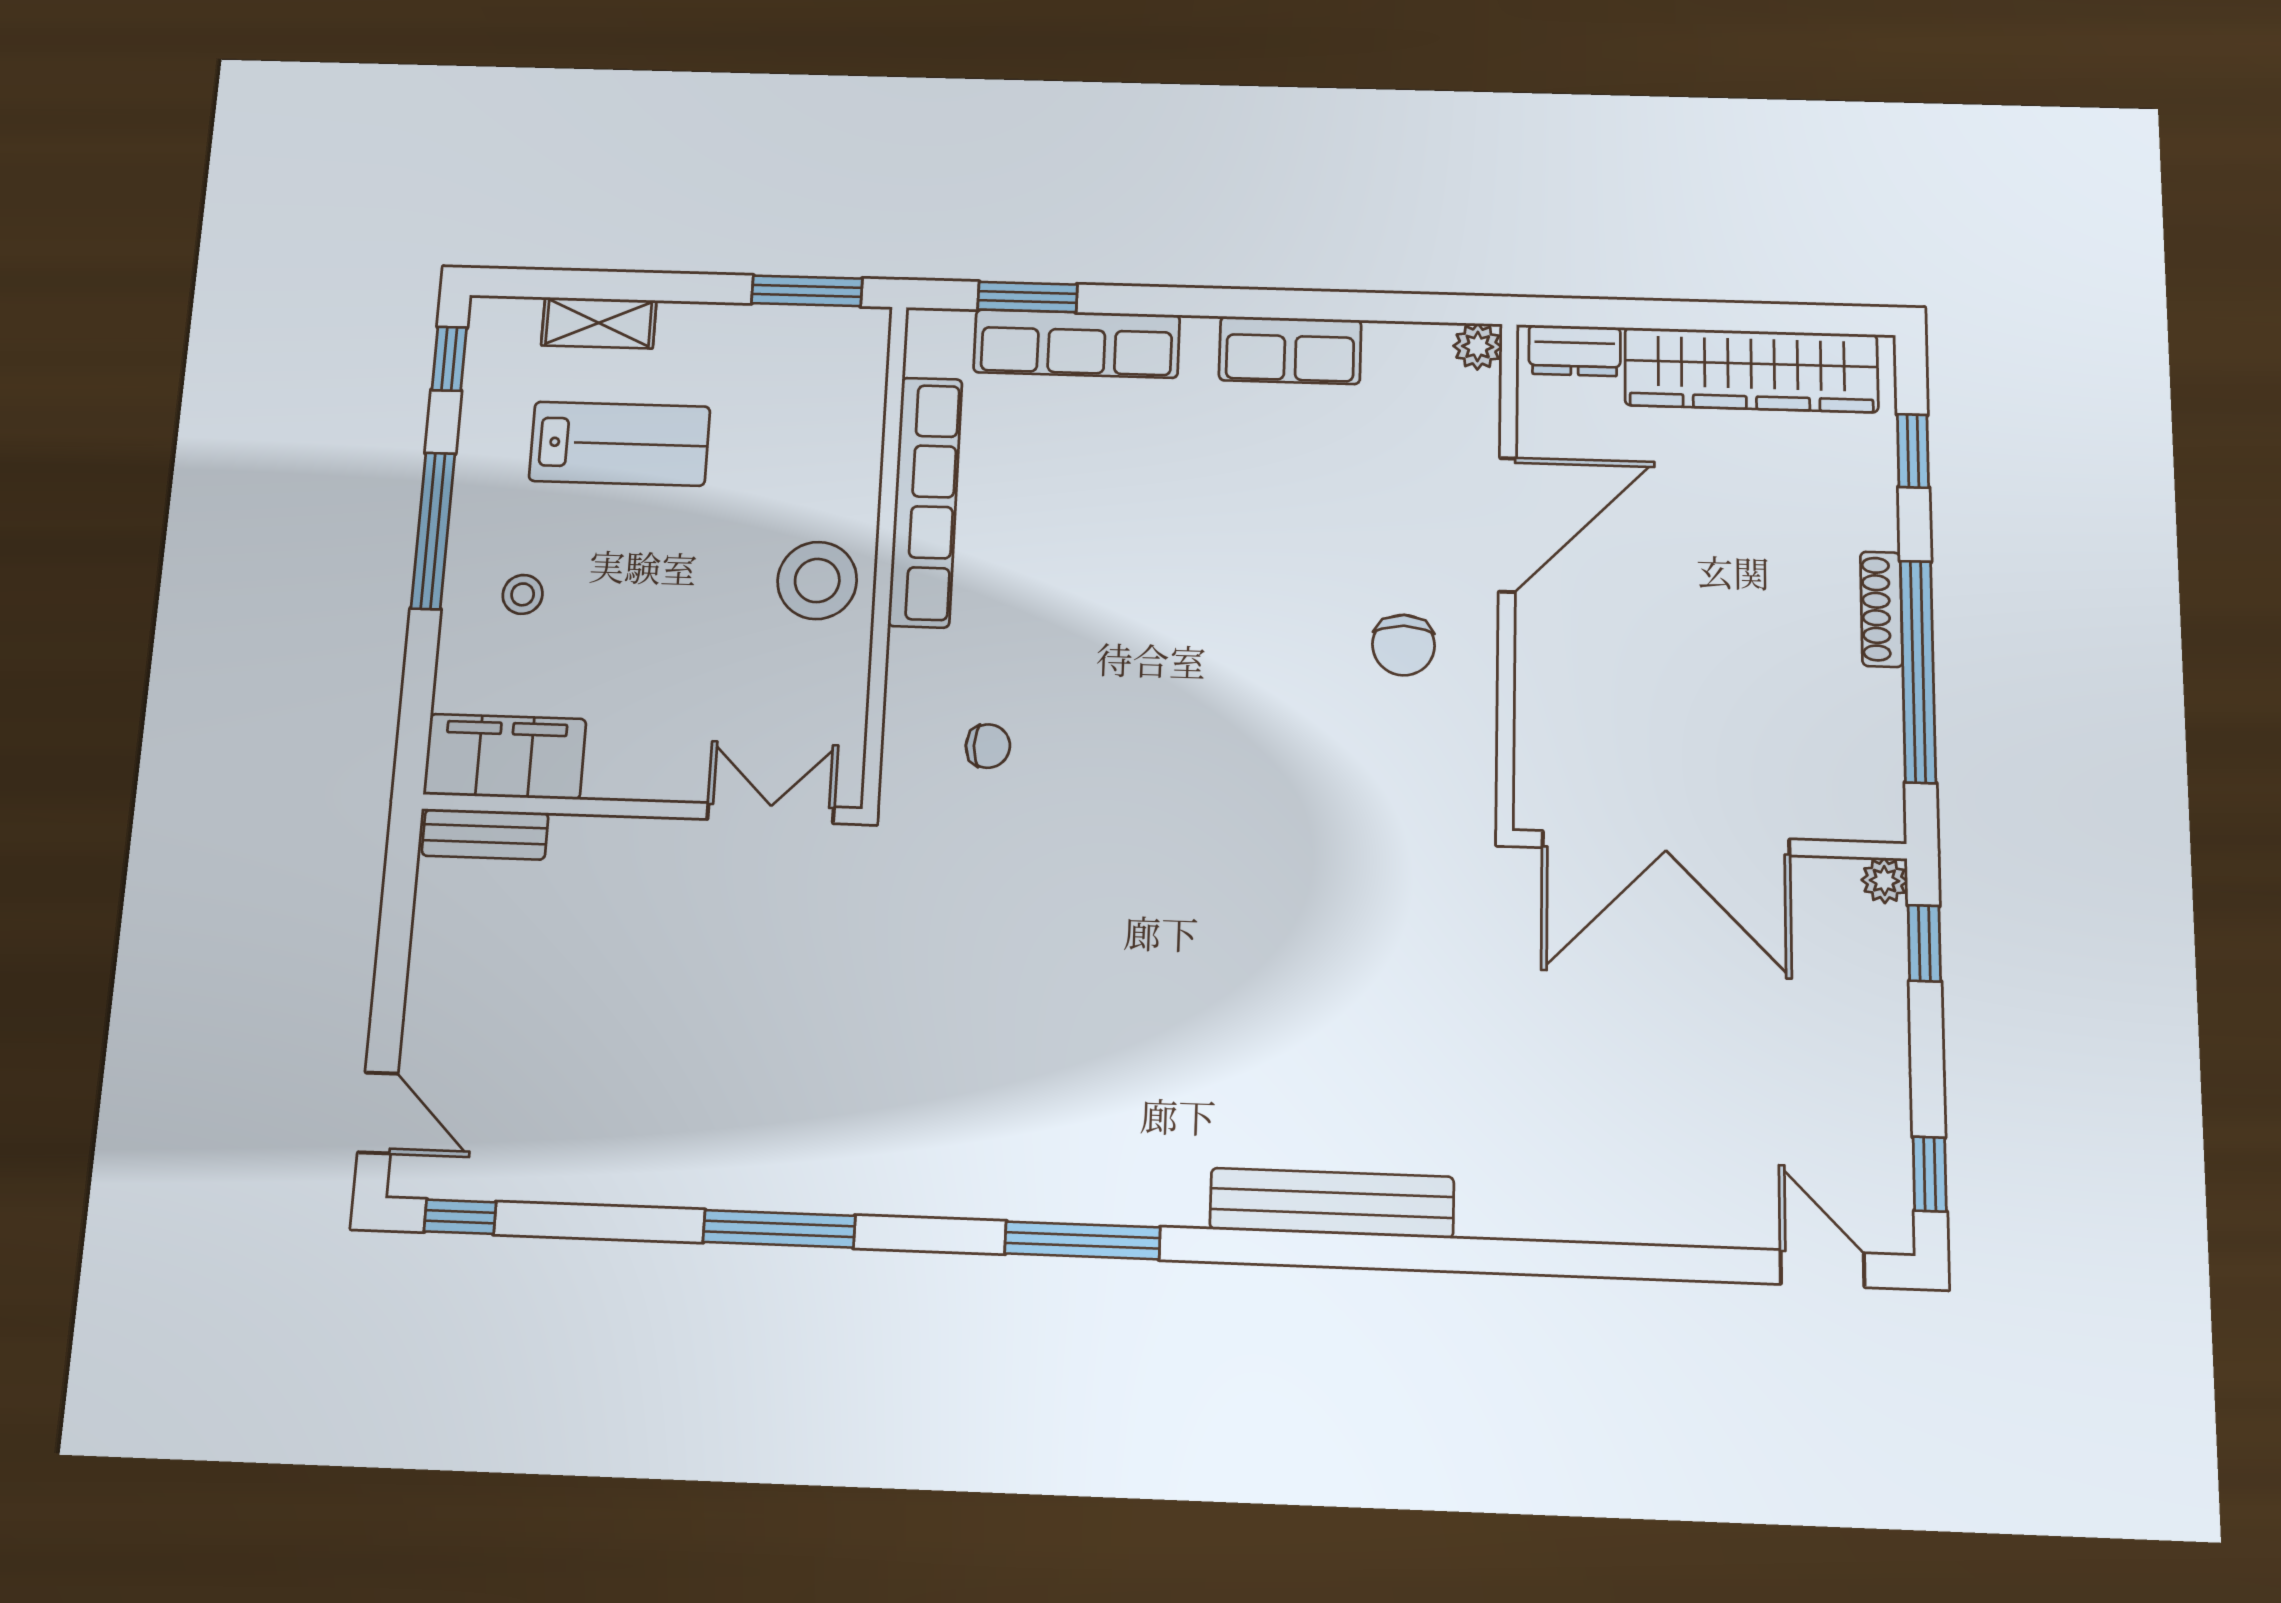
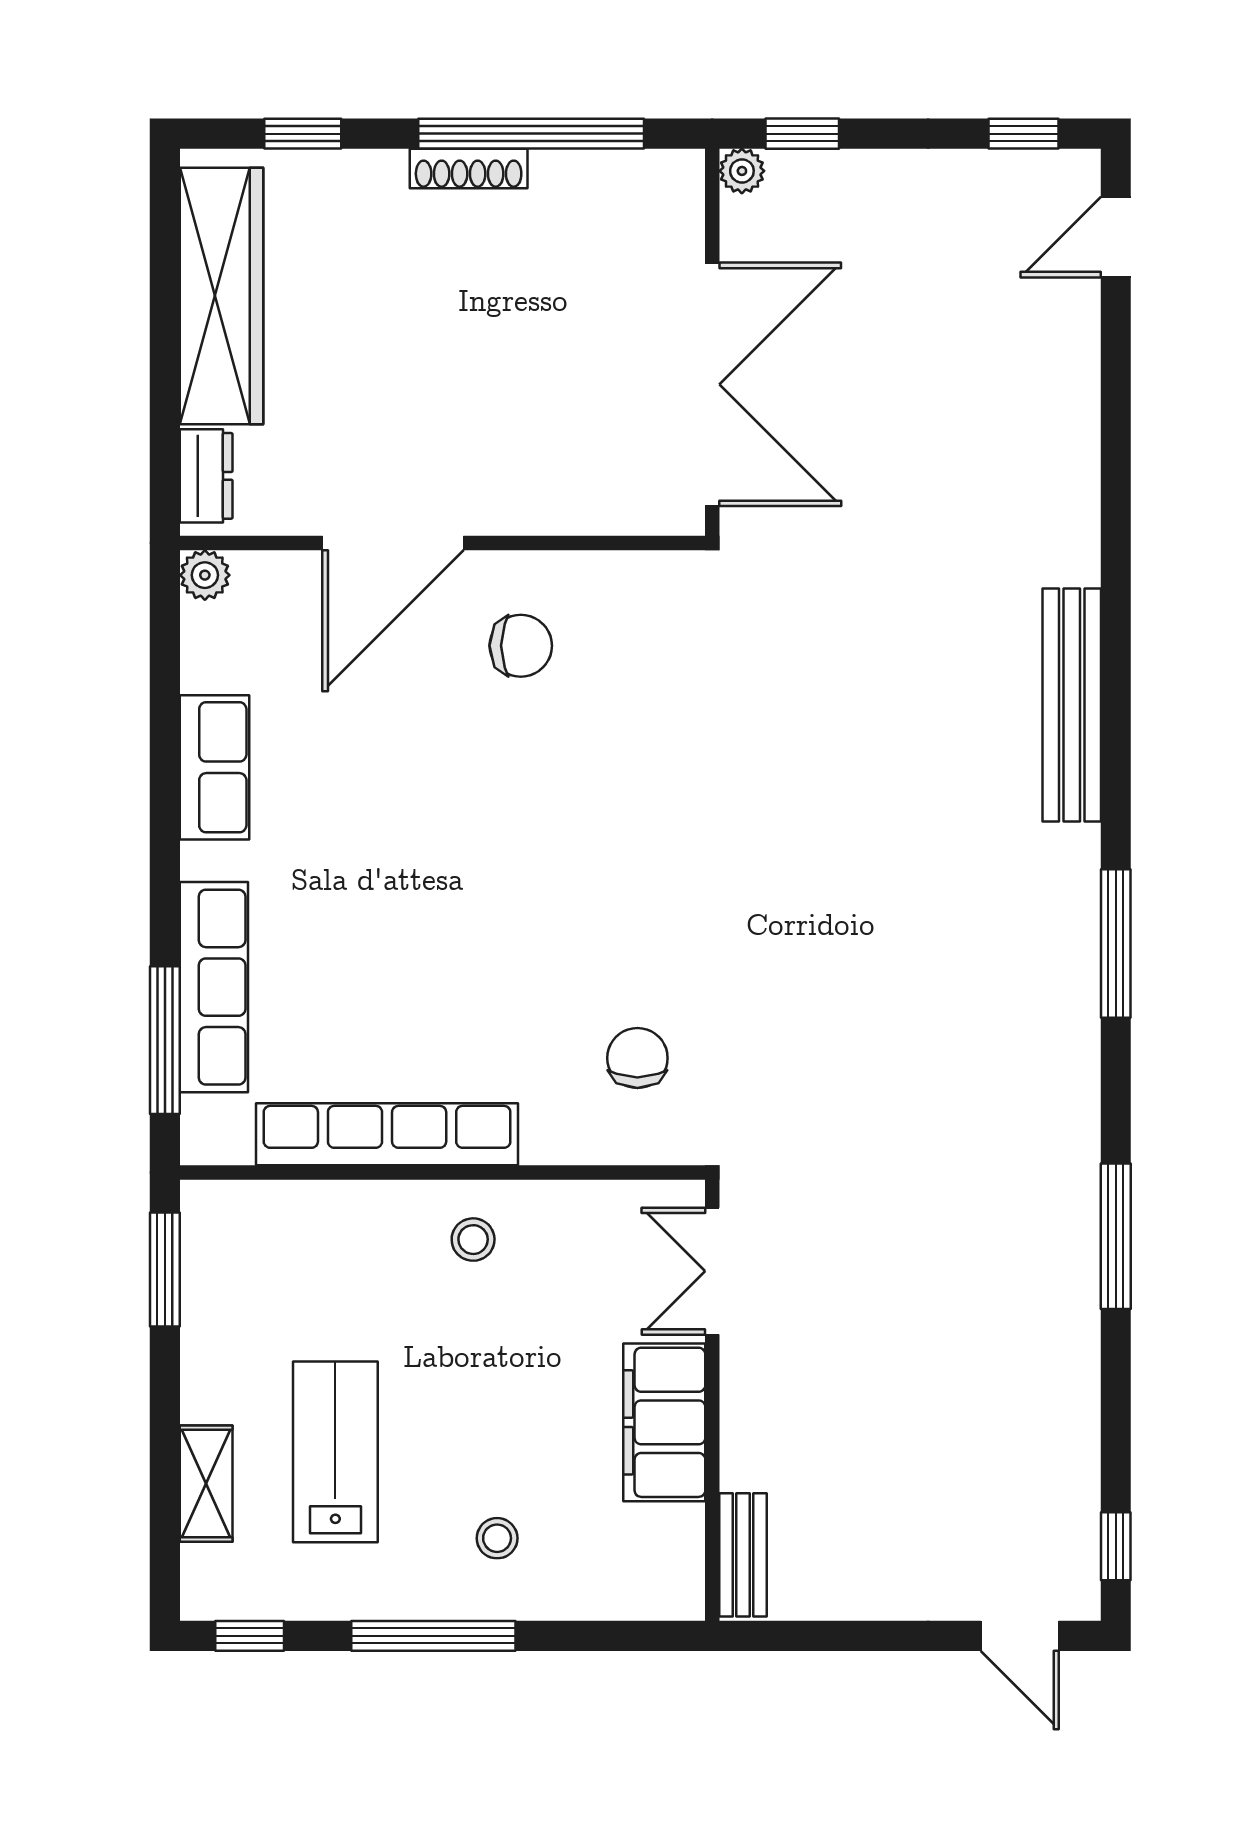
window: (1028, 297) -> (165, 1040), width x1.44
door: (1507, 525) -> (393, 543), swing flipped
stool: (817, 581) -> (473, 1240), width x0.53, depth x0.53
chair: (988, 746) -> (637, 1058), width x1.37, depth x1.37
filing cabinet: (505, 757) -> (664, 1422), moved
door: (378, 1113) -> (1020, 1636), swing flipped

